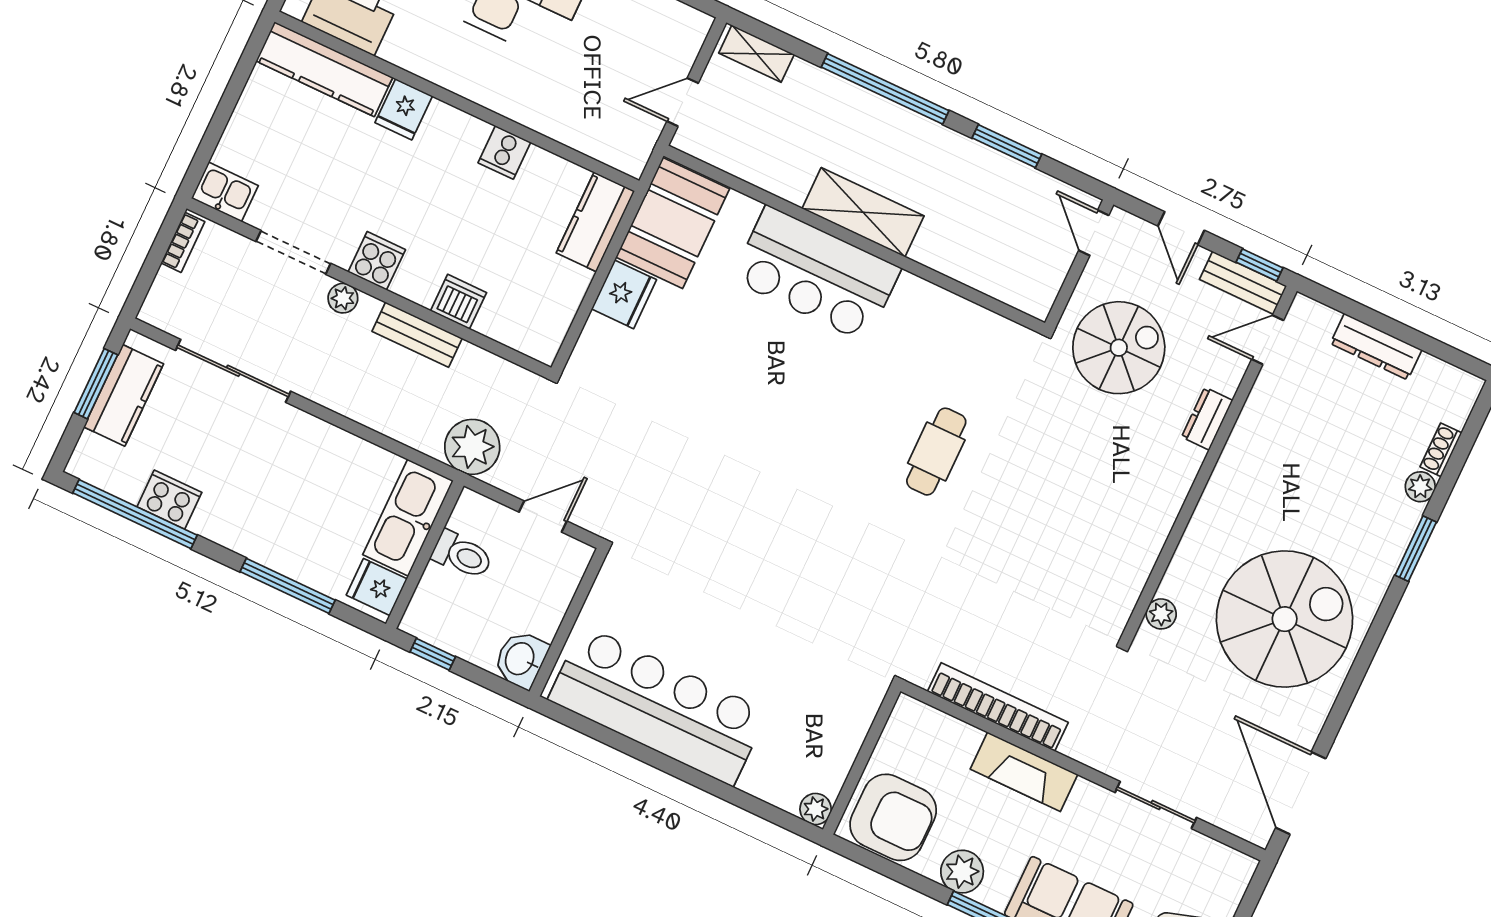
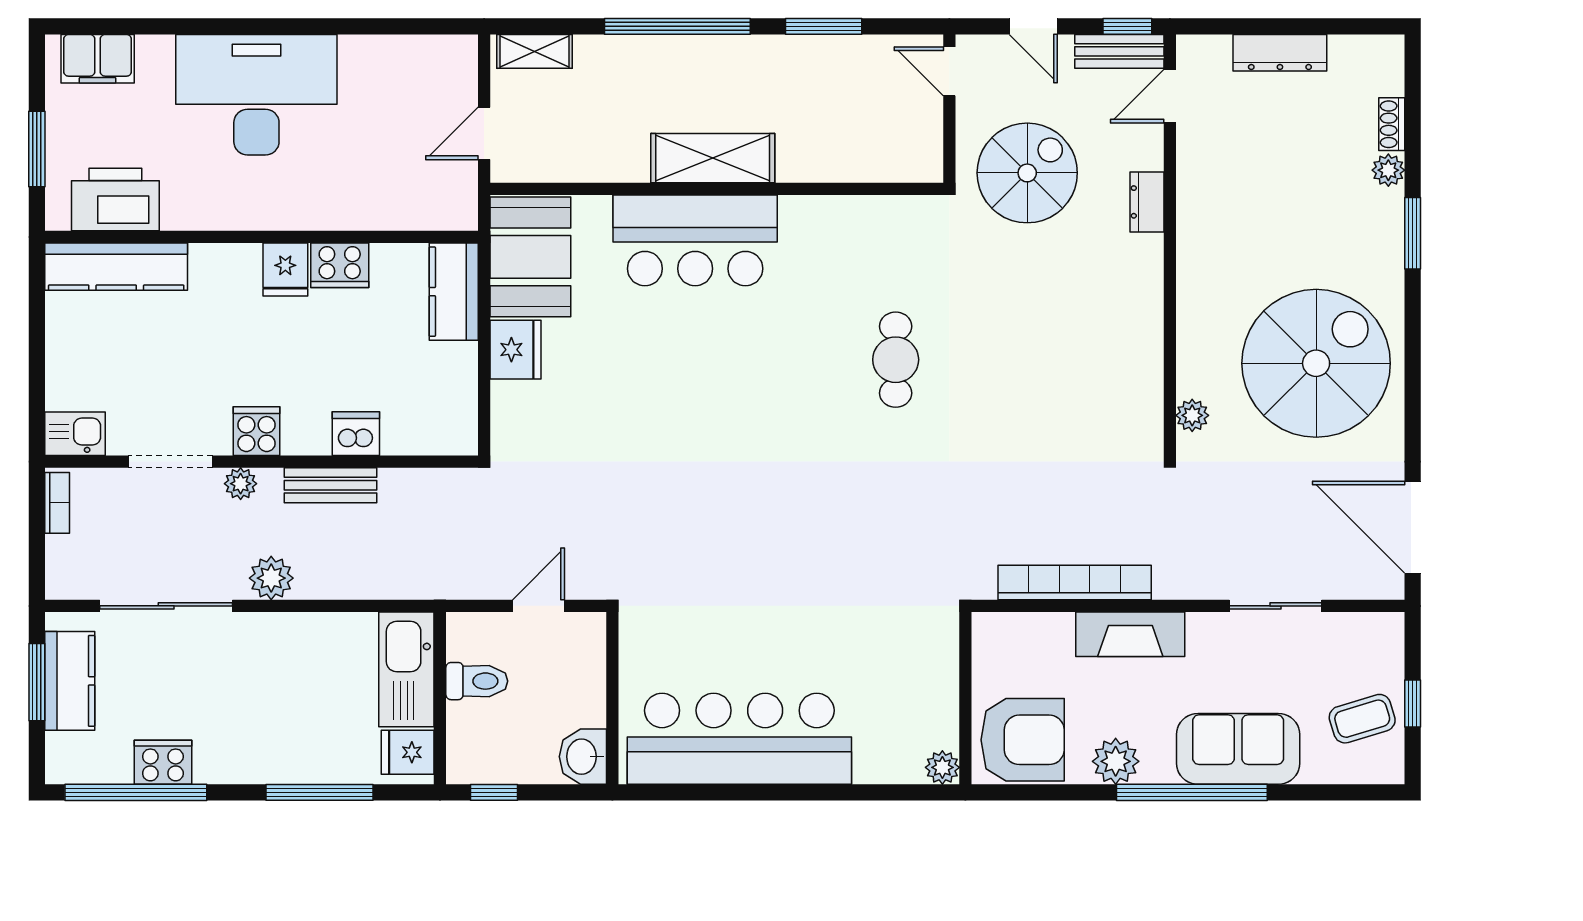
fridge: (404, 109) -> (285, 270), moved
cooker: (504, 152) -> (340, 265), width x1.36
plant: (472, 447) -> (271, 578), moved, width x0.73, depth x0.73

